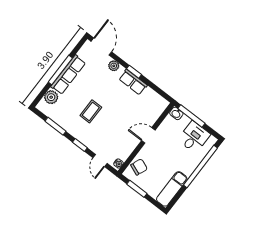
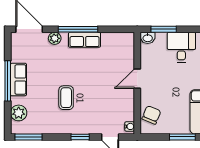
window: (134, 72) -> (78, 29), width x2.17
row of seats: (68, 75) -> (18, 80), width x0.68
window: (191, 116) -> (164, 29), width x0.69
window: (56, 126) -> (28, 137), moved
window: (137, 189) -> (182, 137), moved

